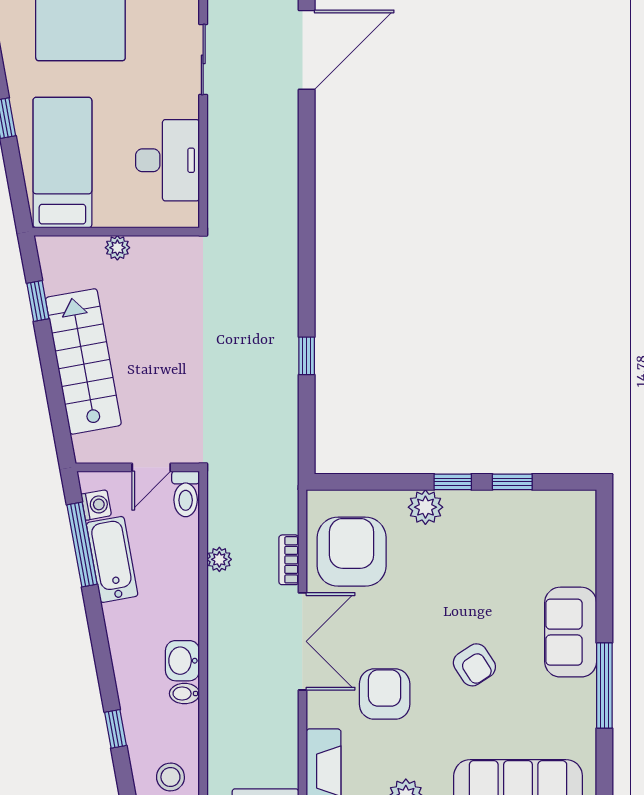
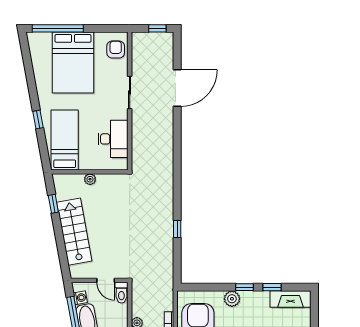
door: (151, 467) -> (106, 280), hinge flipped
fireplace: (553, 508) -> (291, 299), added

